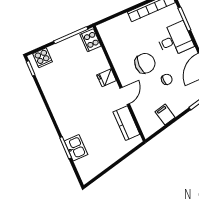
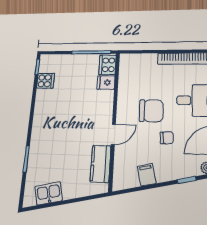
cooker: (42, 58) -> (46, 81), moved, turned -90
fridge: (107, 78) -> (106, 82), moved
kitchen sink: (76, 148) -> (49, 193), moved, turned -103

